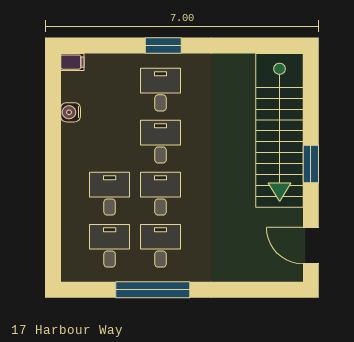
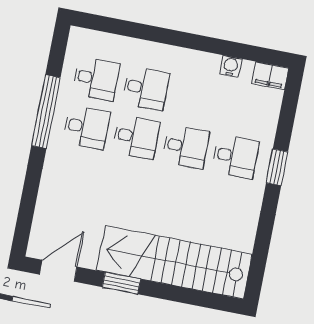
filing cabinet: (72, 62) -> (270, 76), width x2.00
window: (311, 164) -> (121, 283), moved

